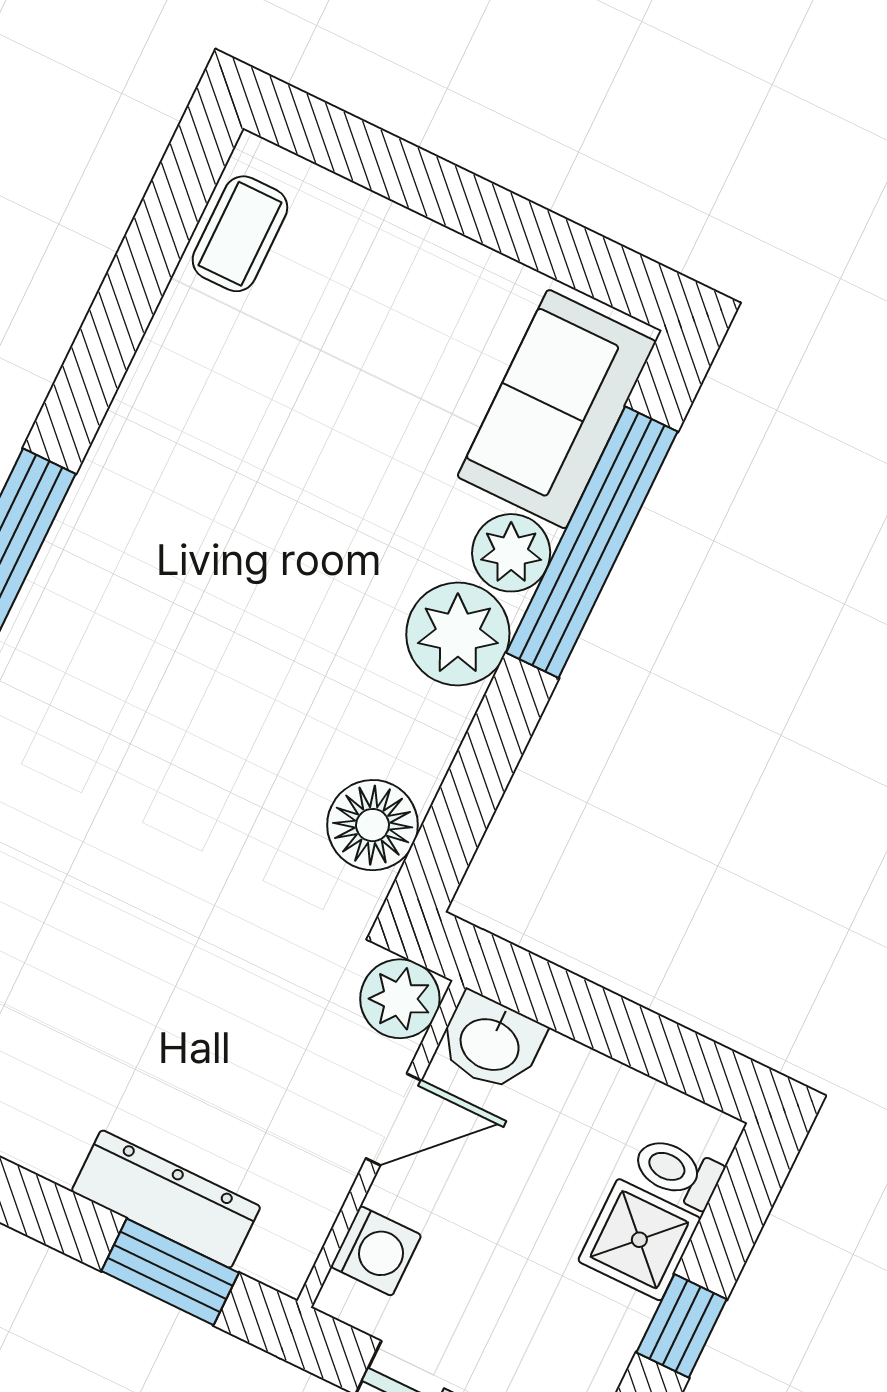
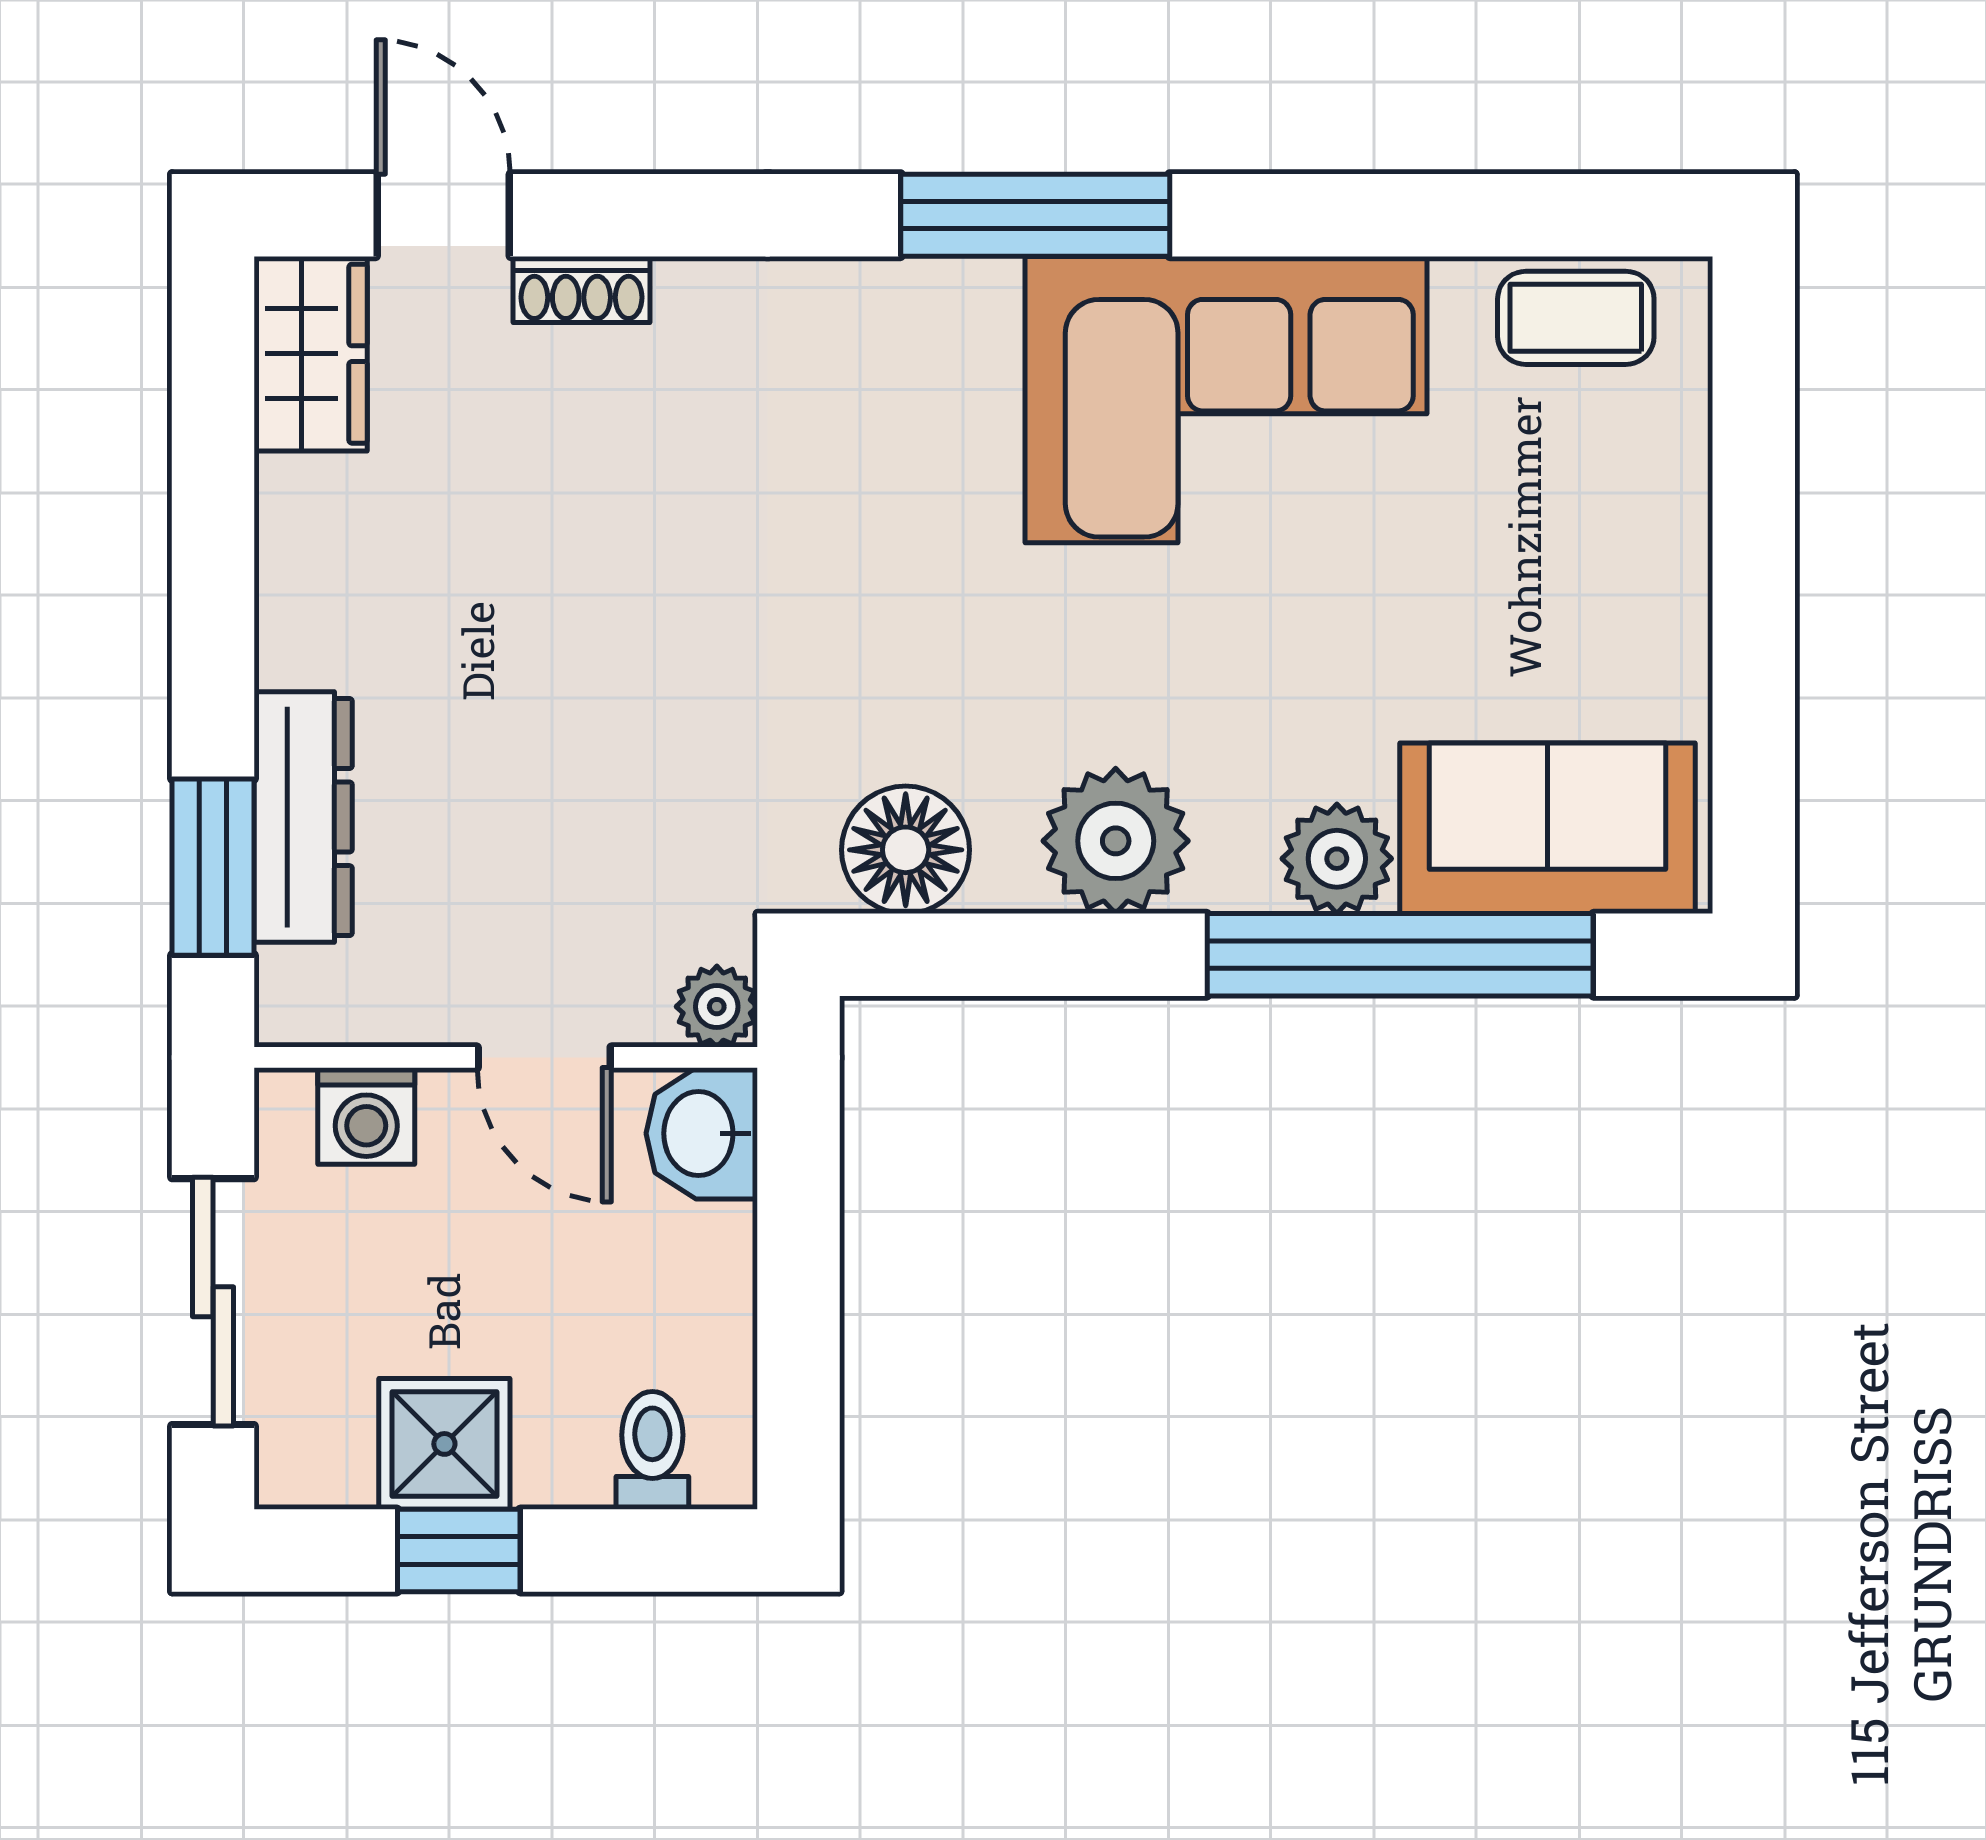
corner sofa: (184, 482) -> (1226, 400), added
plant: (458, 634) -> (1116, 841), moved
plant: (400, 999) -> (717, 1007), width x0.73, depth x0.73
shower: (639, 1240) -> (444, 1444), moved

